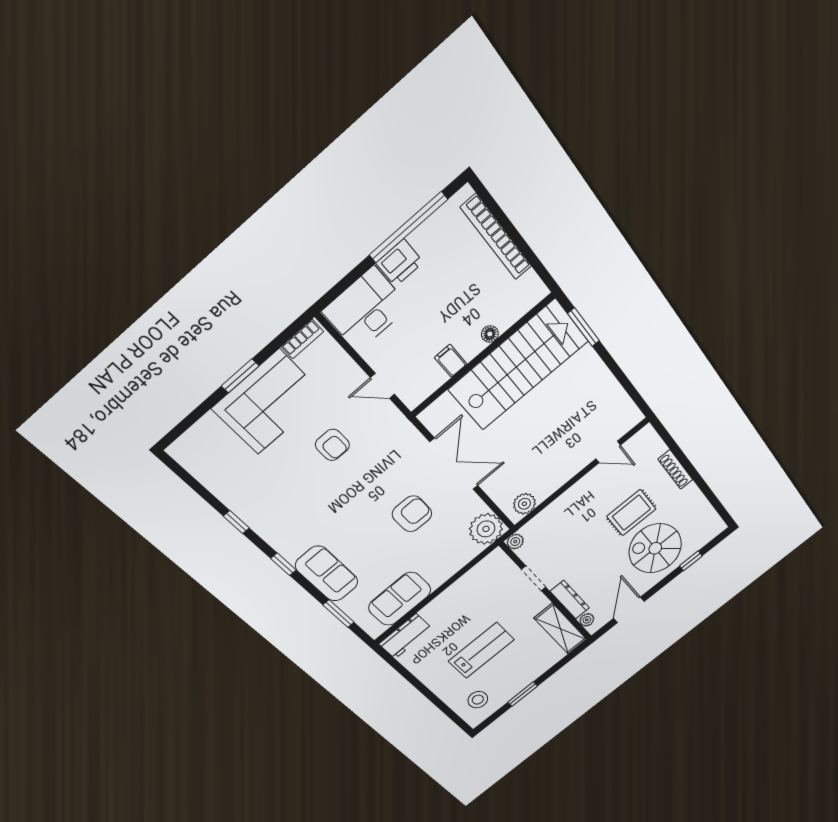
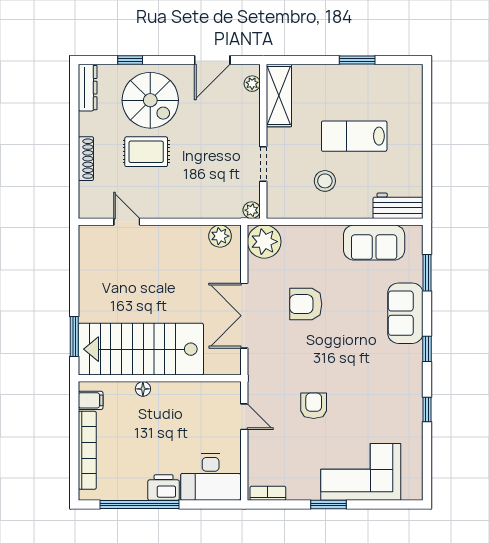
filing cabinet: (451, 361) -> (91, 400), moved, turned -90
corner sofa: (269, 402) -> (361, 472), moved
dresser: (570, 600) -> (88, 88), moved, turned 180
stool: (478, 700) -> (325, 181), moved

